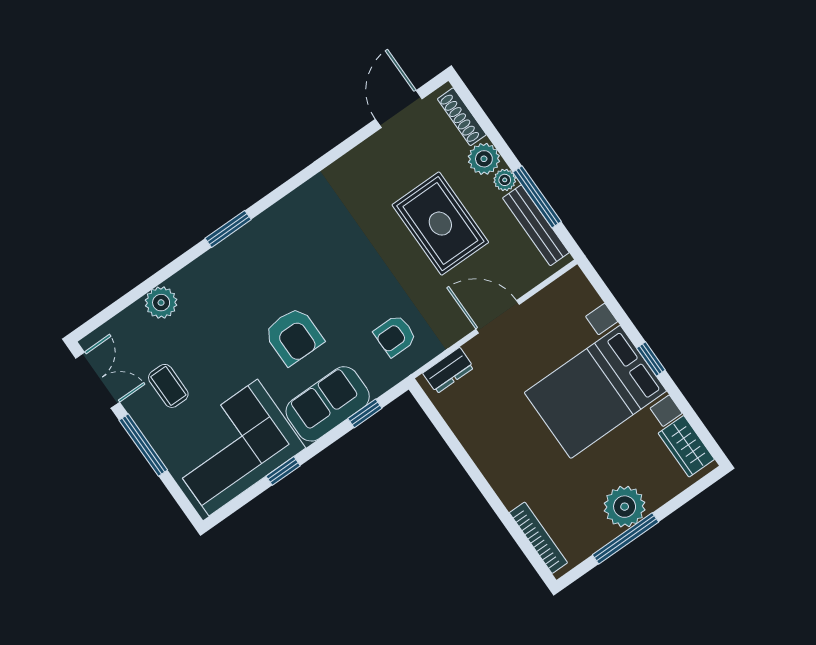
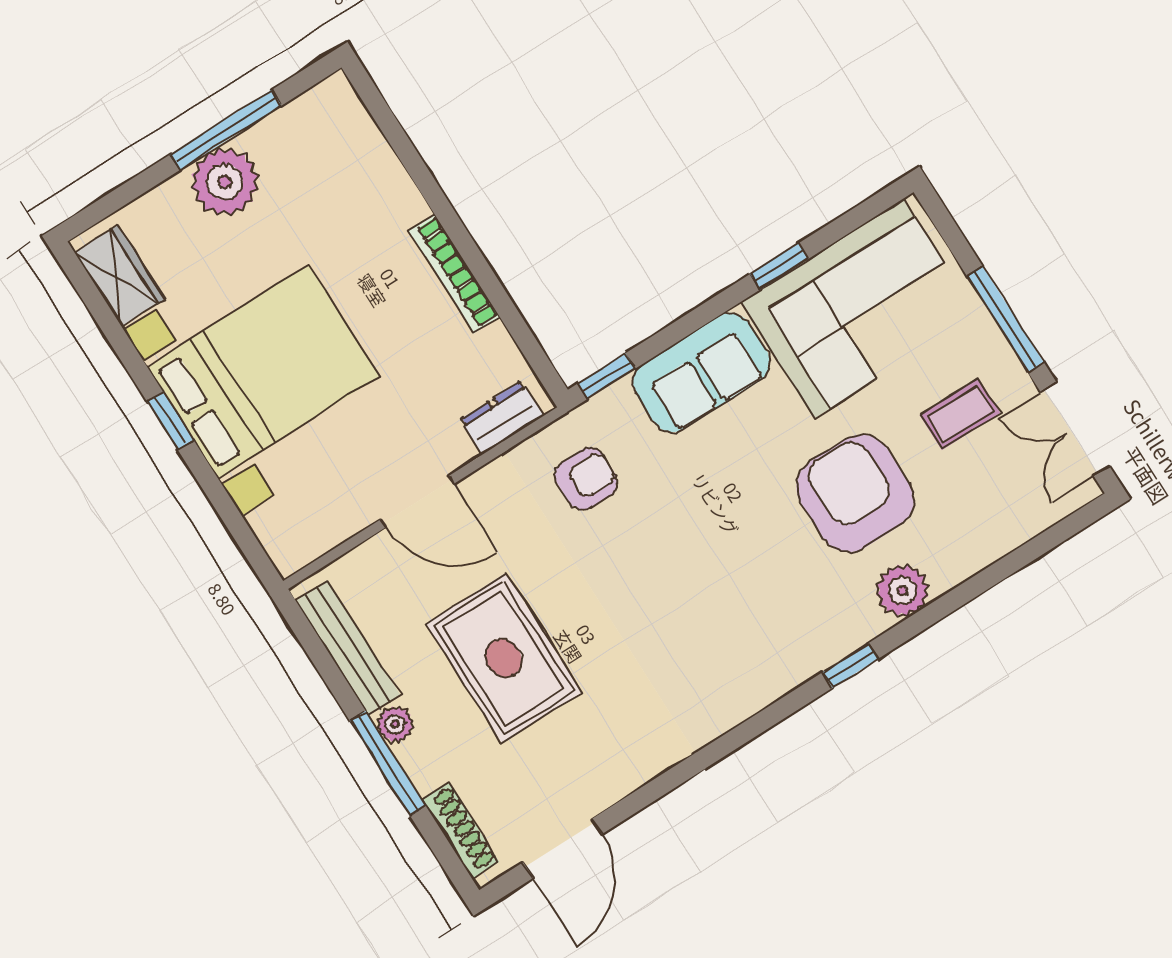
plant: (484, 159) -> (428, 760), removed
window: (537, 197) -> (388, 763), moved
window: (228, 229) -> (850, 666), width x0.67
plant: (161, 303) -> (902, 591), moved
armchair: (294, 336) -> (855, 493), moved, width x1.36, depth x1.36
coffee table: (168, 386) -> (960, 414), turned 90
window: (365, 413) -> (607, 376), moved
bookcase: (538, 538) -> (454, 274), moved

